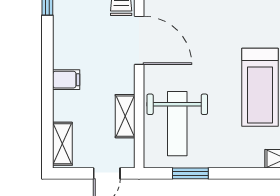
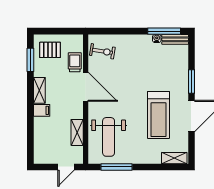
shelving: (62, 144) -> (39, 90), moved
window: (190, 173) -> (117, 167), width x1.44

